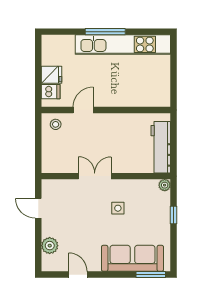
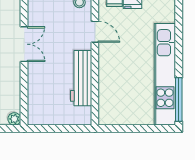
window: (105, 32) -> (179, 99), moved
workbench: (161, 147) -> (81, 78), moved, turned -90

